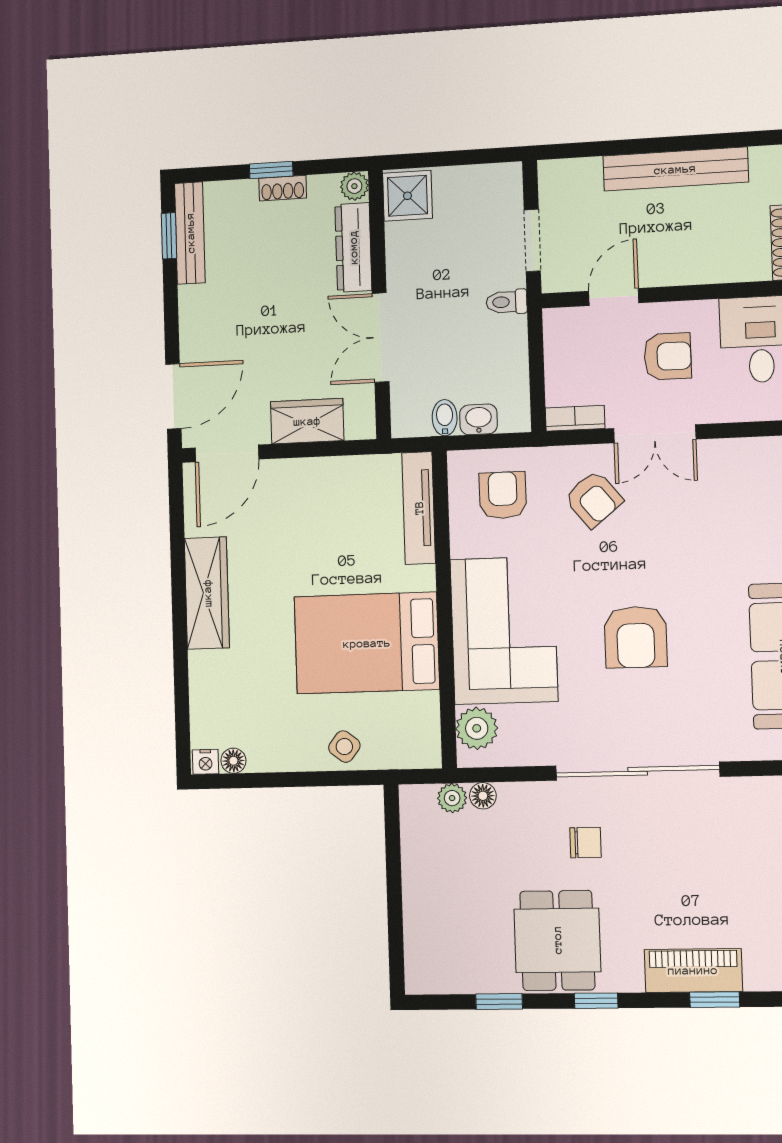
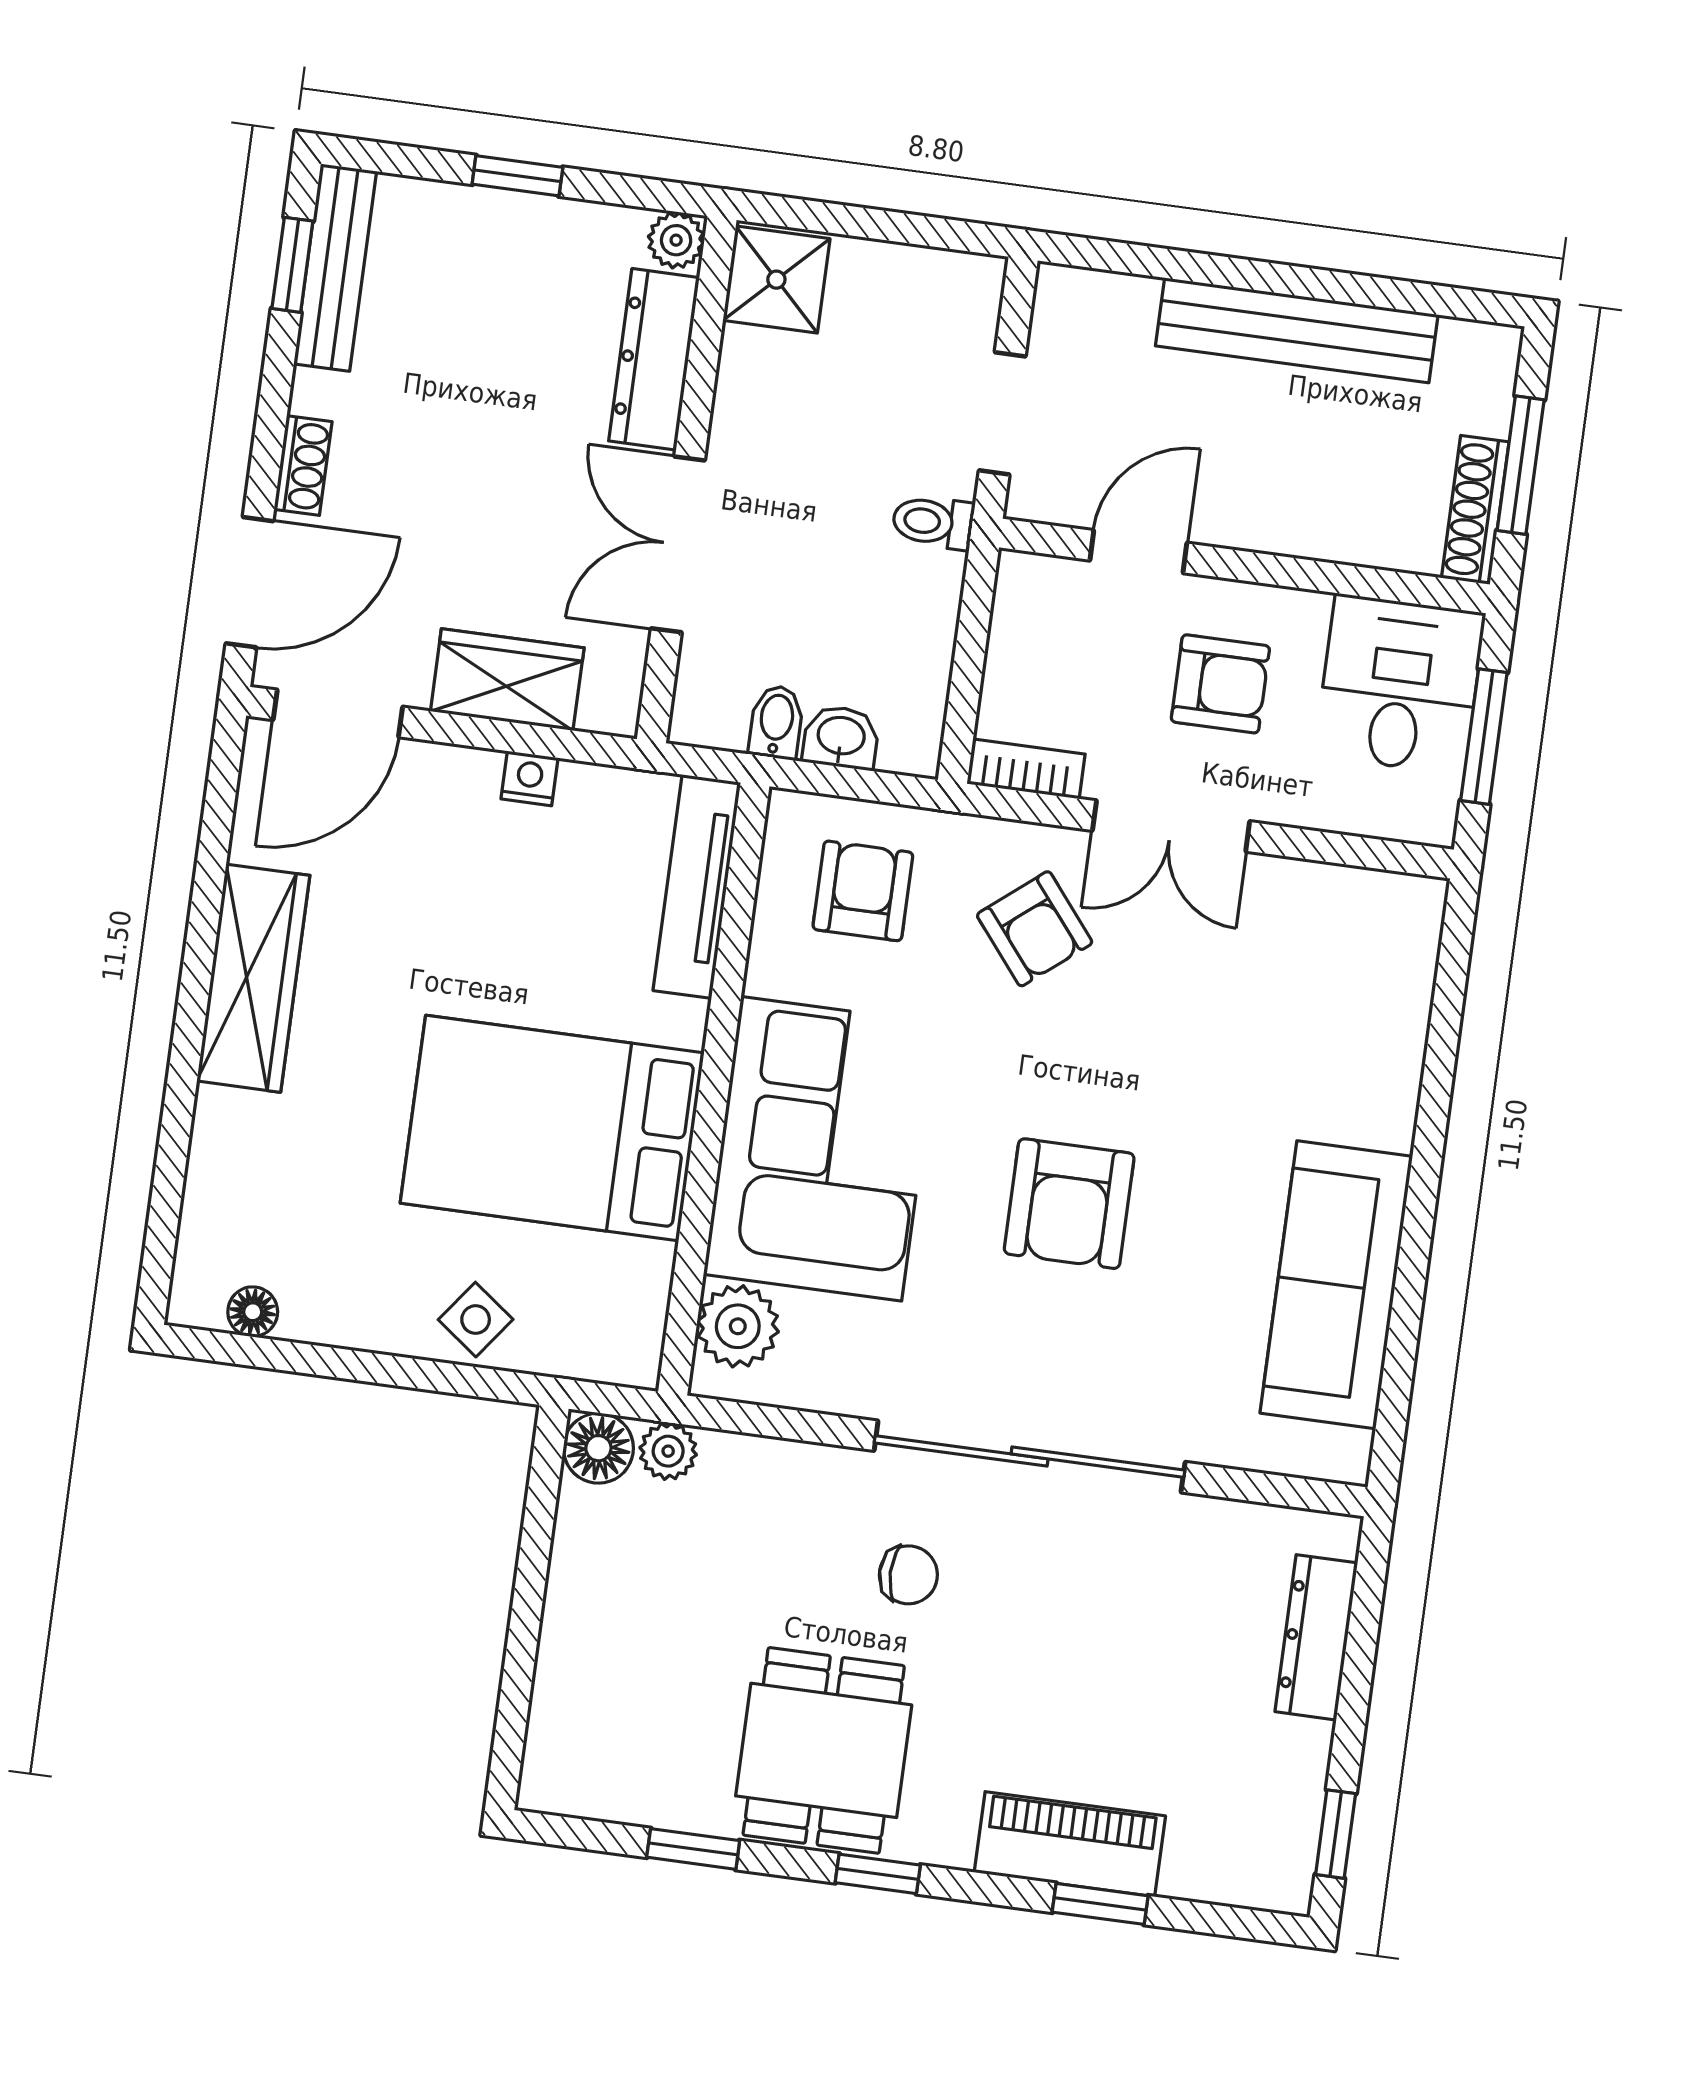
shoe rack: (283, 188) -> (303, 466), moved, turned -90
nightstand: (205, 762) -> (530, 778), moved, turned 180
floor lamp: (483, 796) -> (598, 1448), moved, width x1.37, depth x1.37

